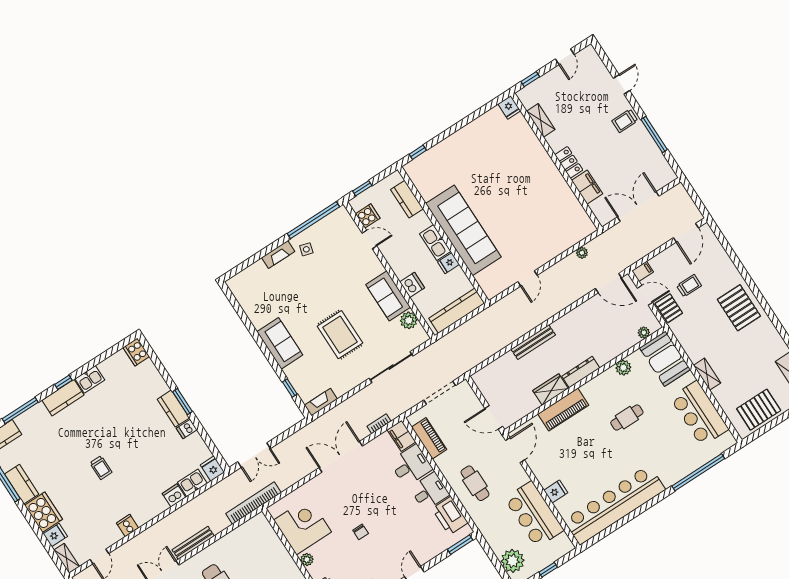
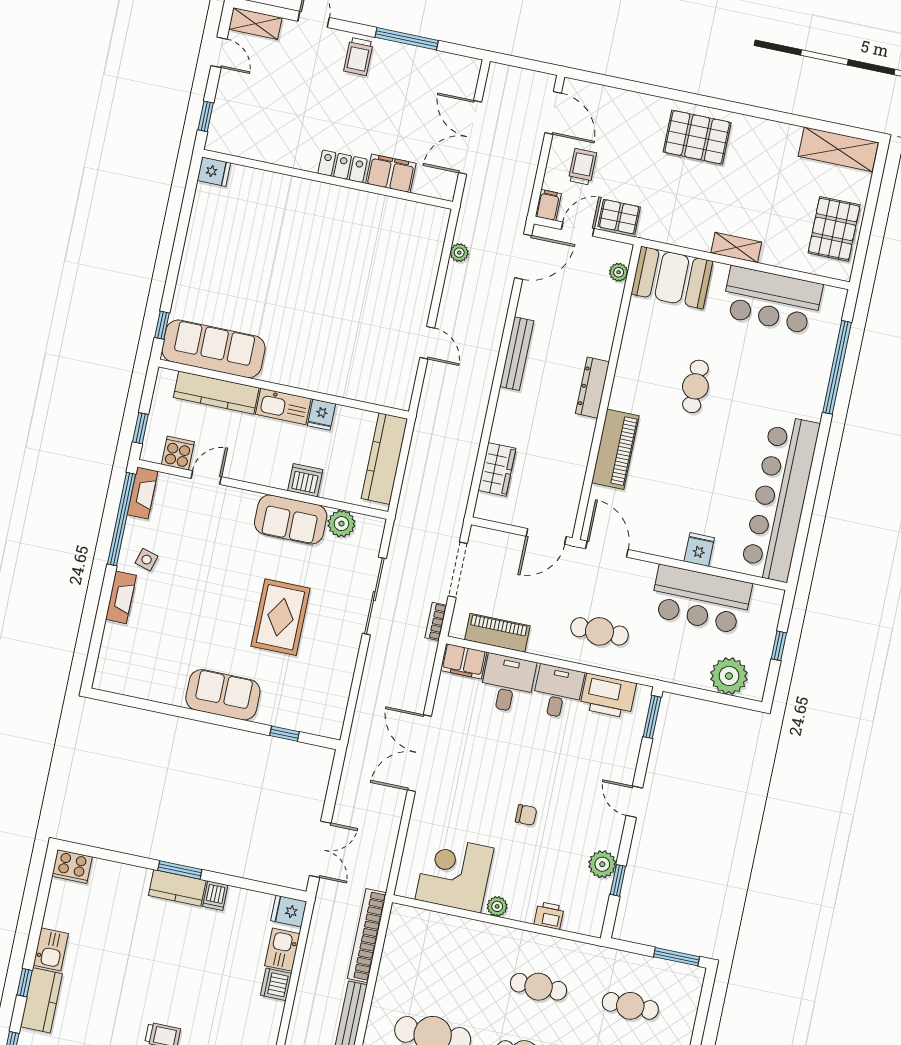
shelving: (541, 120) -> (255, 24), moved
kitchen counter: (407, 199) -> (216, 393), width x1.50
sofa: (463, 230) -> (213, 349), moved, width x0.74, depth x0.79
trolley: (689, 286) -> (582, 167), moved
rug: (340, 335) -> (281, 617), turned 90
bench: (533, 342) -> (517, 354), moved
plant: (623, 368) -> (635, 335), removed
wardrobe: (550, 390) -> (497, 469), moved, turned 180
fireplace: (321, 402) -> (143, 493), moved, turned 180
bookcase: (379, 424) -> (436, 621), moved
bookcase: (253, 503) -> (367, 936), moved

